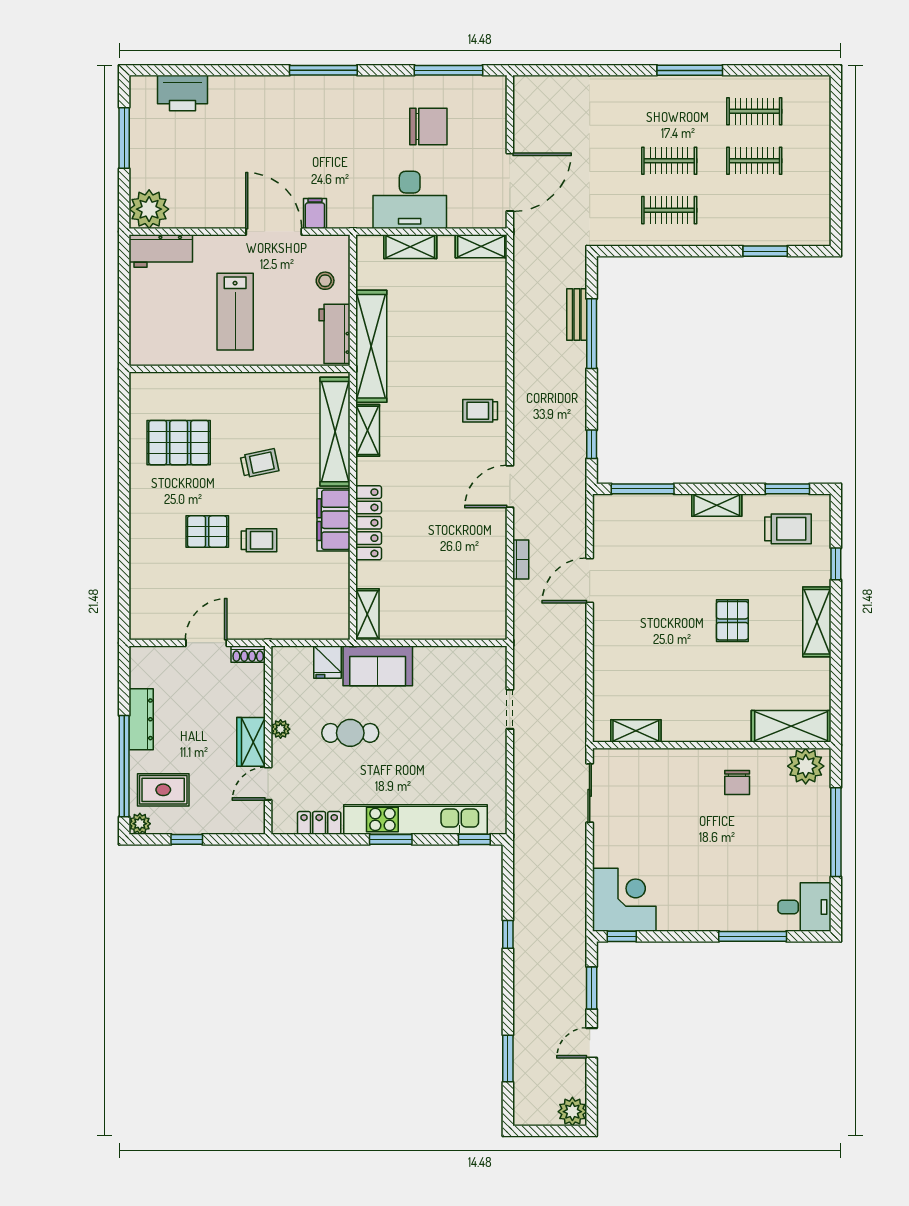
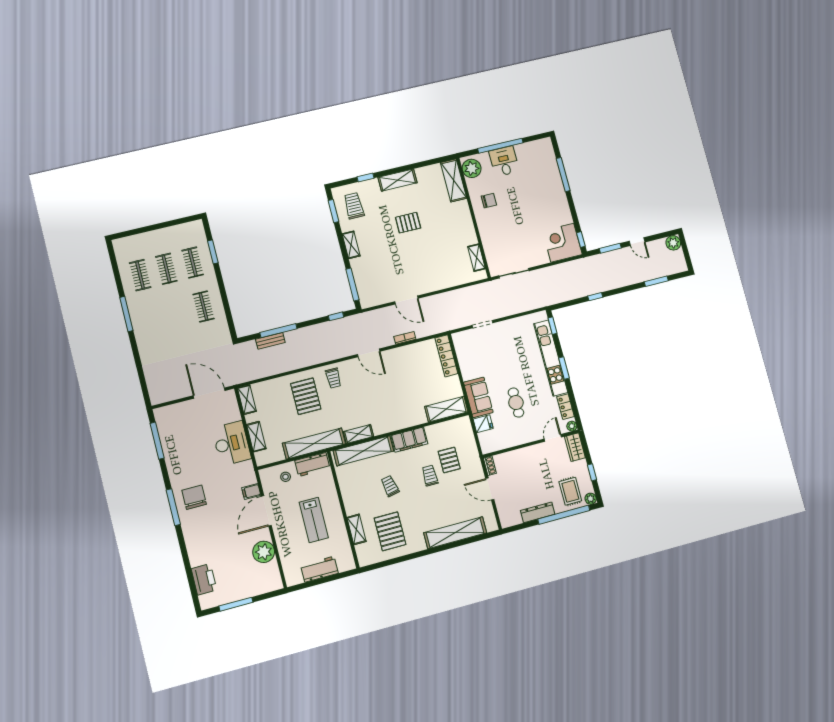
chair: (428, 126) -> (194, 497), moved
clothes rail: (669, 161) -> (193, 263), moved
plant: (149, 209) -> (264, 552), moved
workbench: (161, 251) -> (319, 569), moved, turned -90
lab bench: (235, 312) -> (314, 520), turned 90
pallet: (460, 353) -> (306, 396), added
shelving: (198, 384) -> (357, 529), added
locker: (369, 523) -> (446, 356), moved, turned -90
pallet: (207, 532) -> (449, 460), moved
shelving: (145, 559) -> (455, 533), added
shelving: (367, 614) -> (446, 409), width x1.50, depth x1.33
plant: (281, 729) -> (572, 426), moved
wardrobe: (251, 742) -> (575, 447), moved, turned 90
door: (268, 784) -> (553, 438), swing flipped
desk: (805, 907) -> (504, 161), moved

